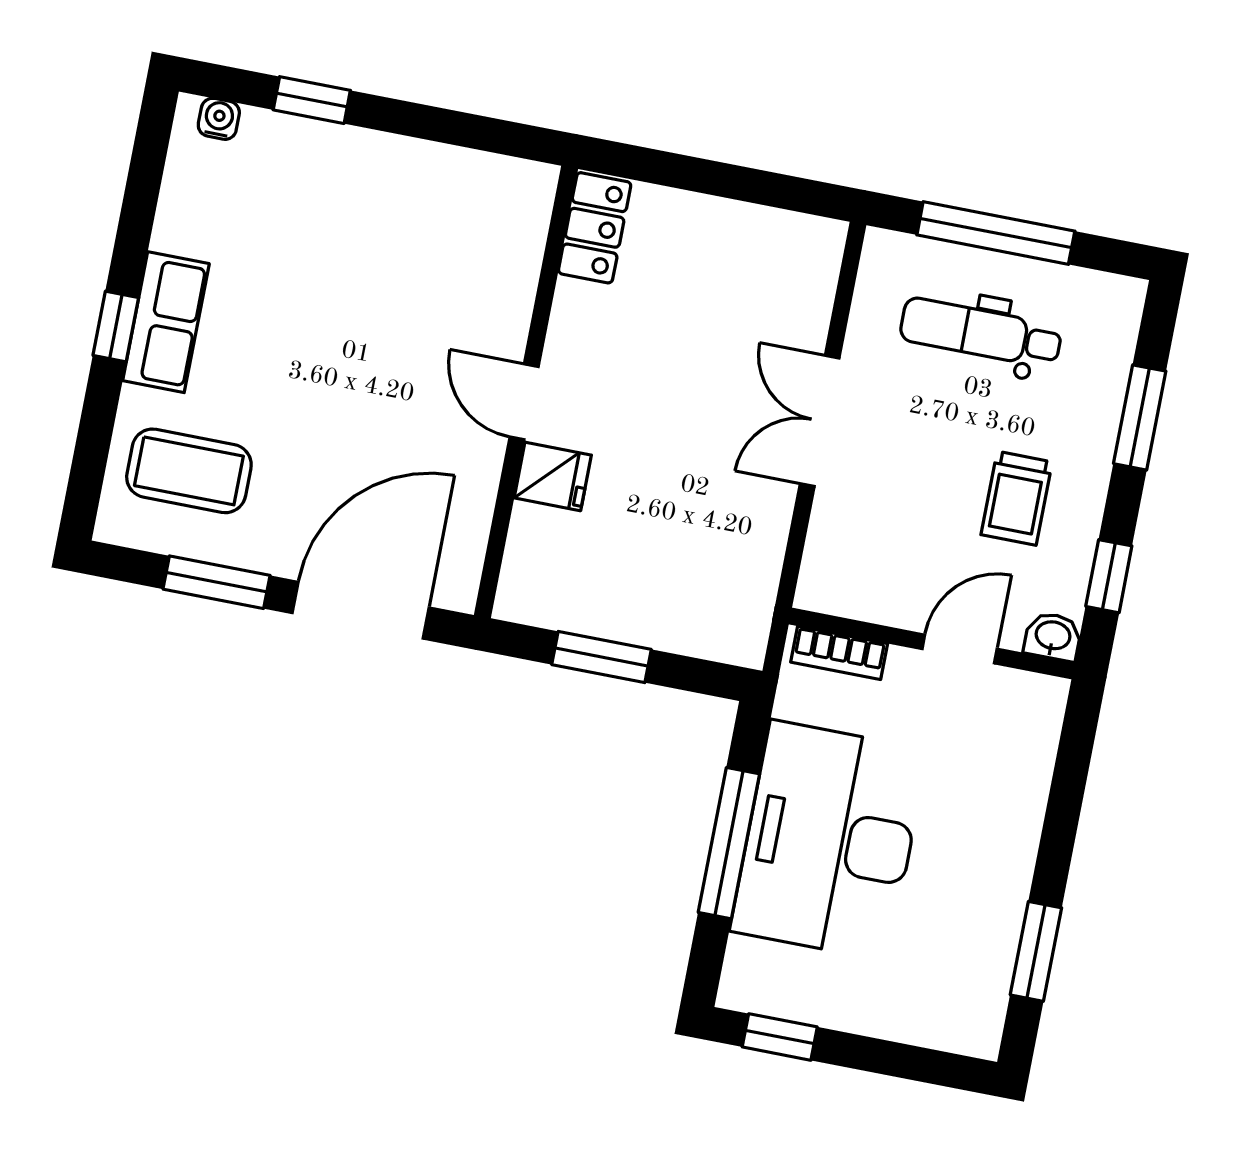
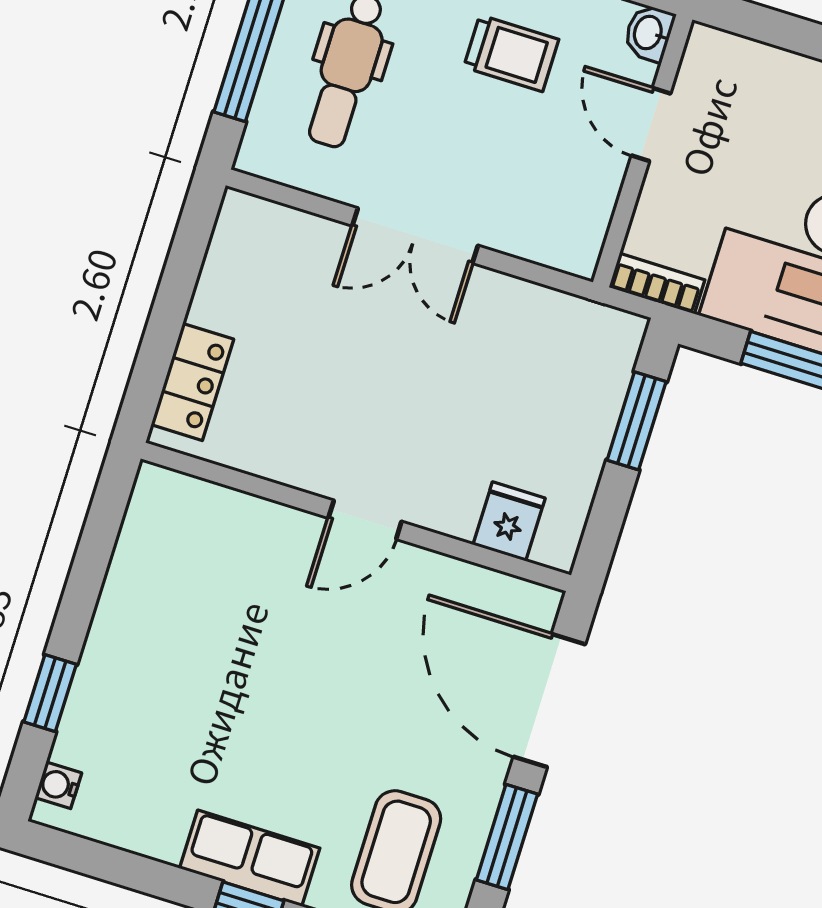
locker: (595, 228) -> (192, 382), moved, turned 90
fridge: (553, 476) -> (509, 521), moved
bookcase: (839, 653) -> (657, 284), moved, turned -90
window: (601, 657) -> (637, 421), moved

